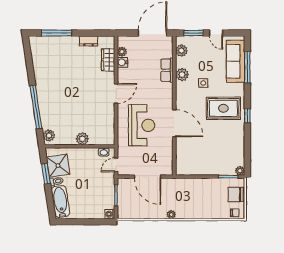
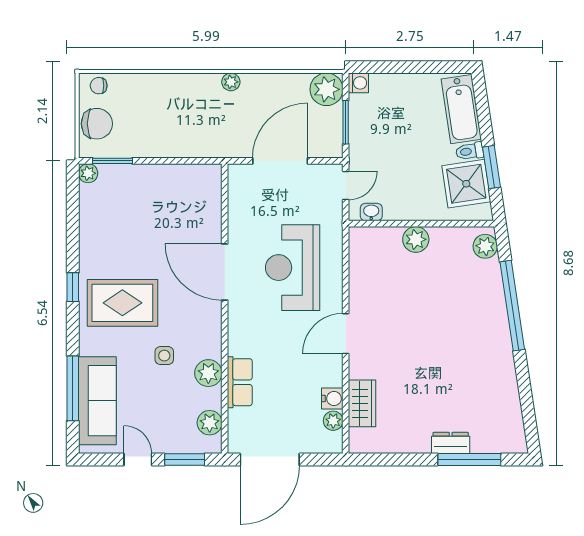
dresser: (89, 41) -> (451, 443), moved
door: (148, 177) -> (280, 161), hinge flipped
plant: (125, 211) -> (327, 89), added

